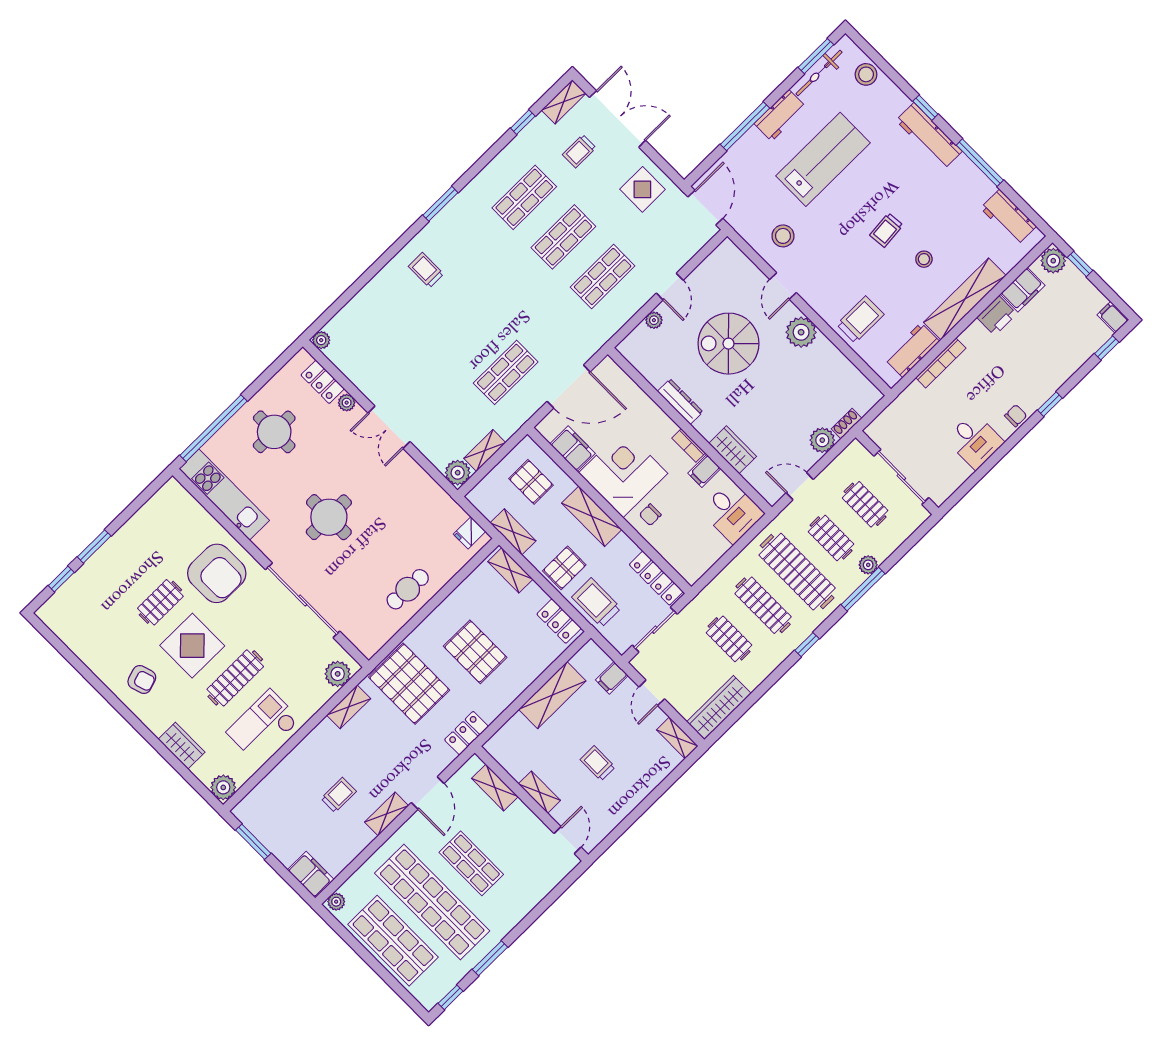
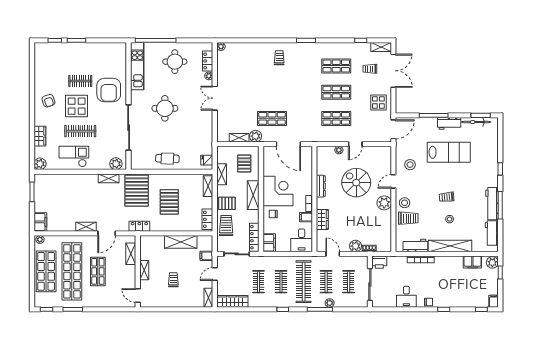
stool: (866, 74) -> (405, 203), moved
workbench: (929, 136) -> (492, 204), moved
printer: (997, 316) -> (379, 262), moved
filing cabinet: (573, 449) -> (269, 243), moved
plant: (458, 473) -> (256, 136), moved
clothes rail: (763, 605) -> (281, 282), width x0.73
trolley: (339, 795) -> (76, 205), removed
door: (568, 840) -> (138, 296), swing flipped

